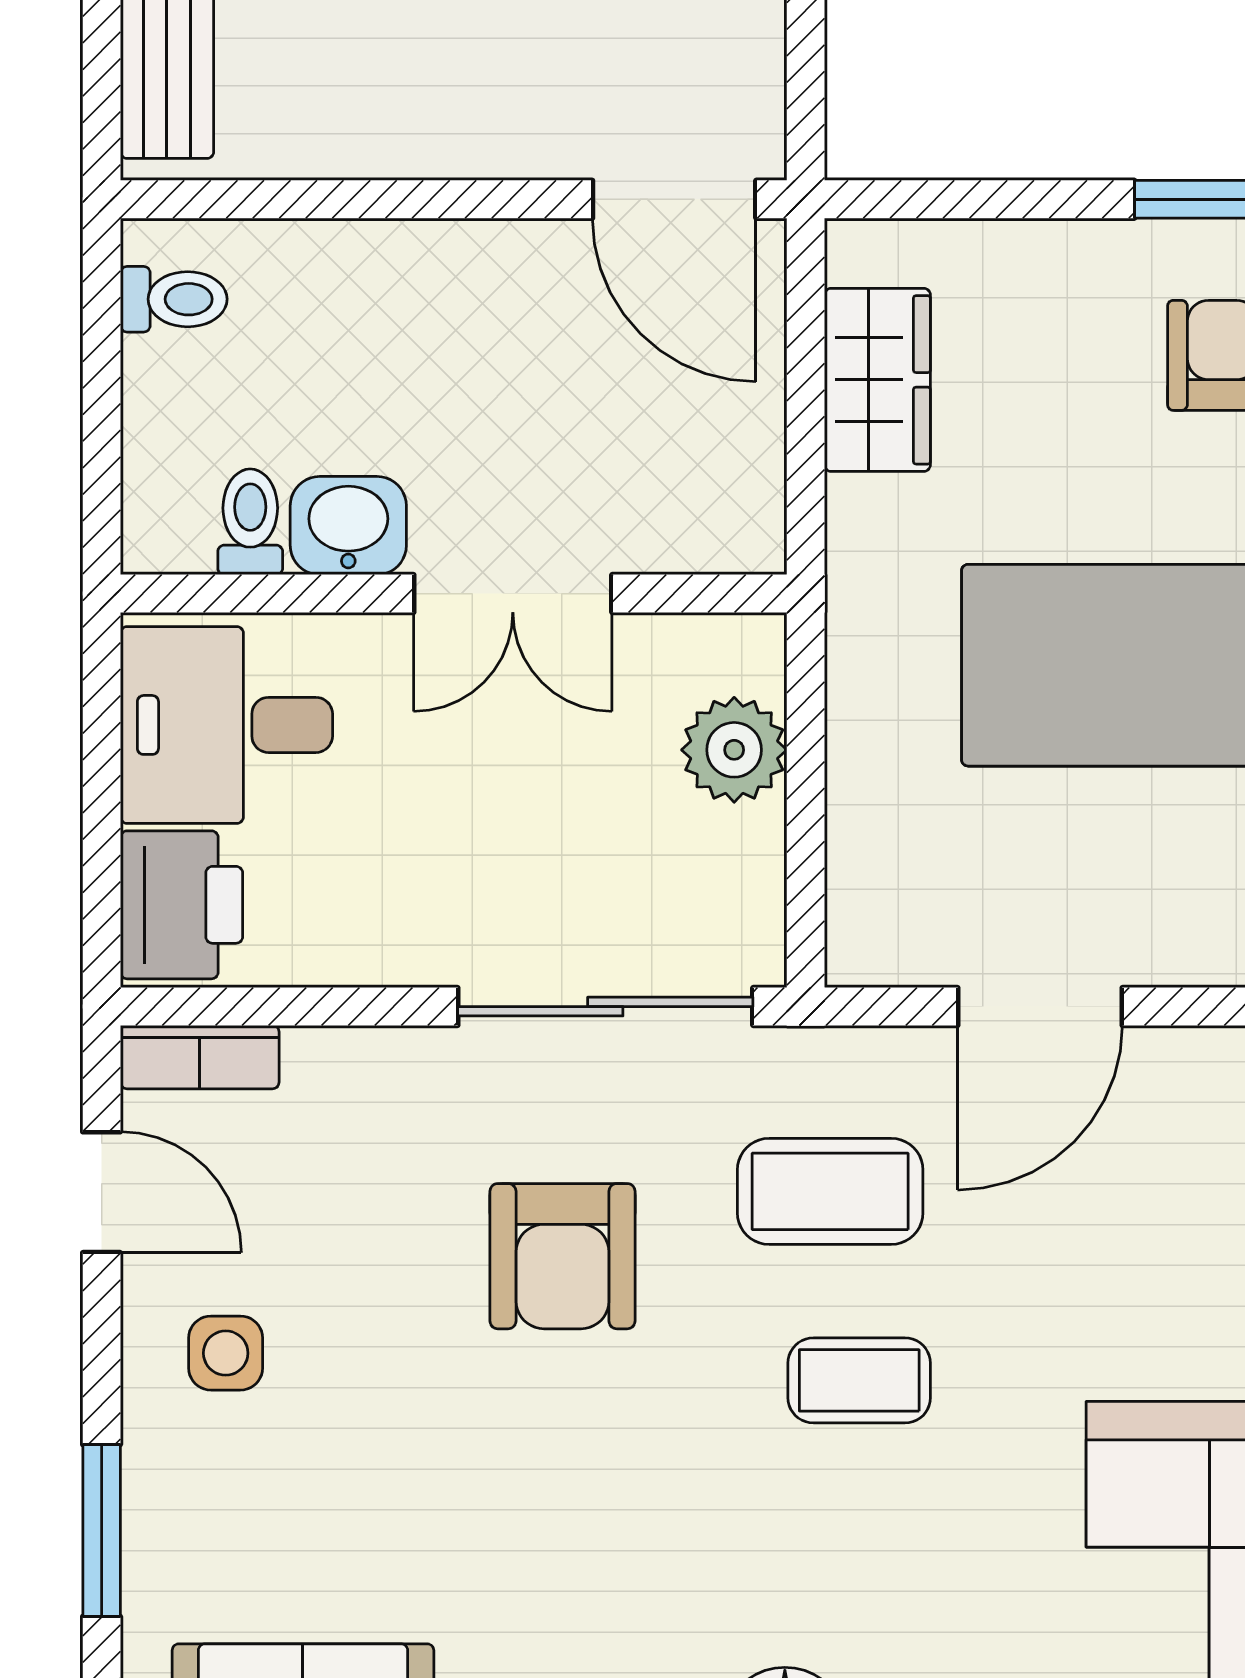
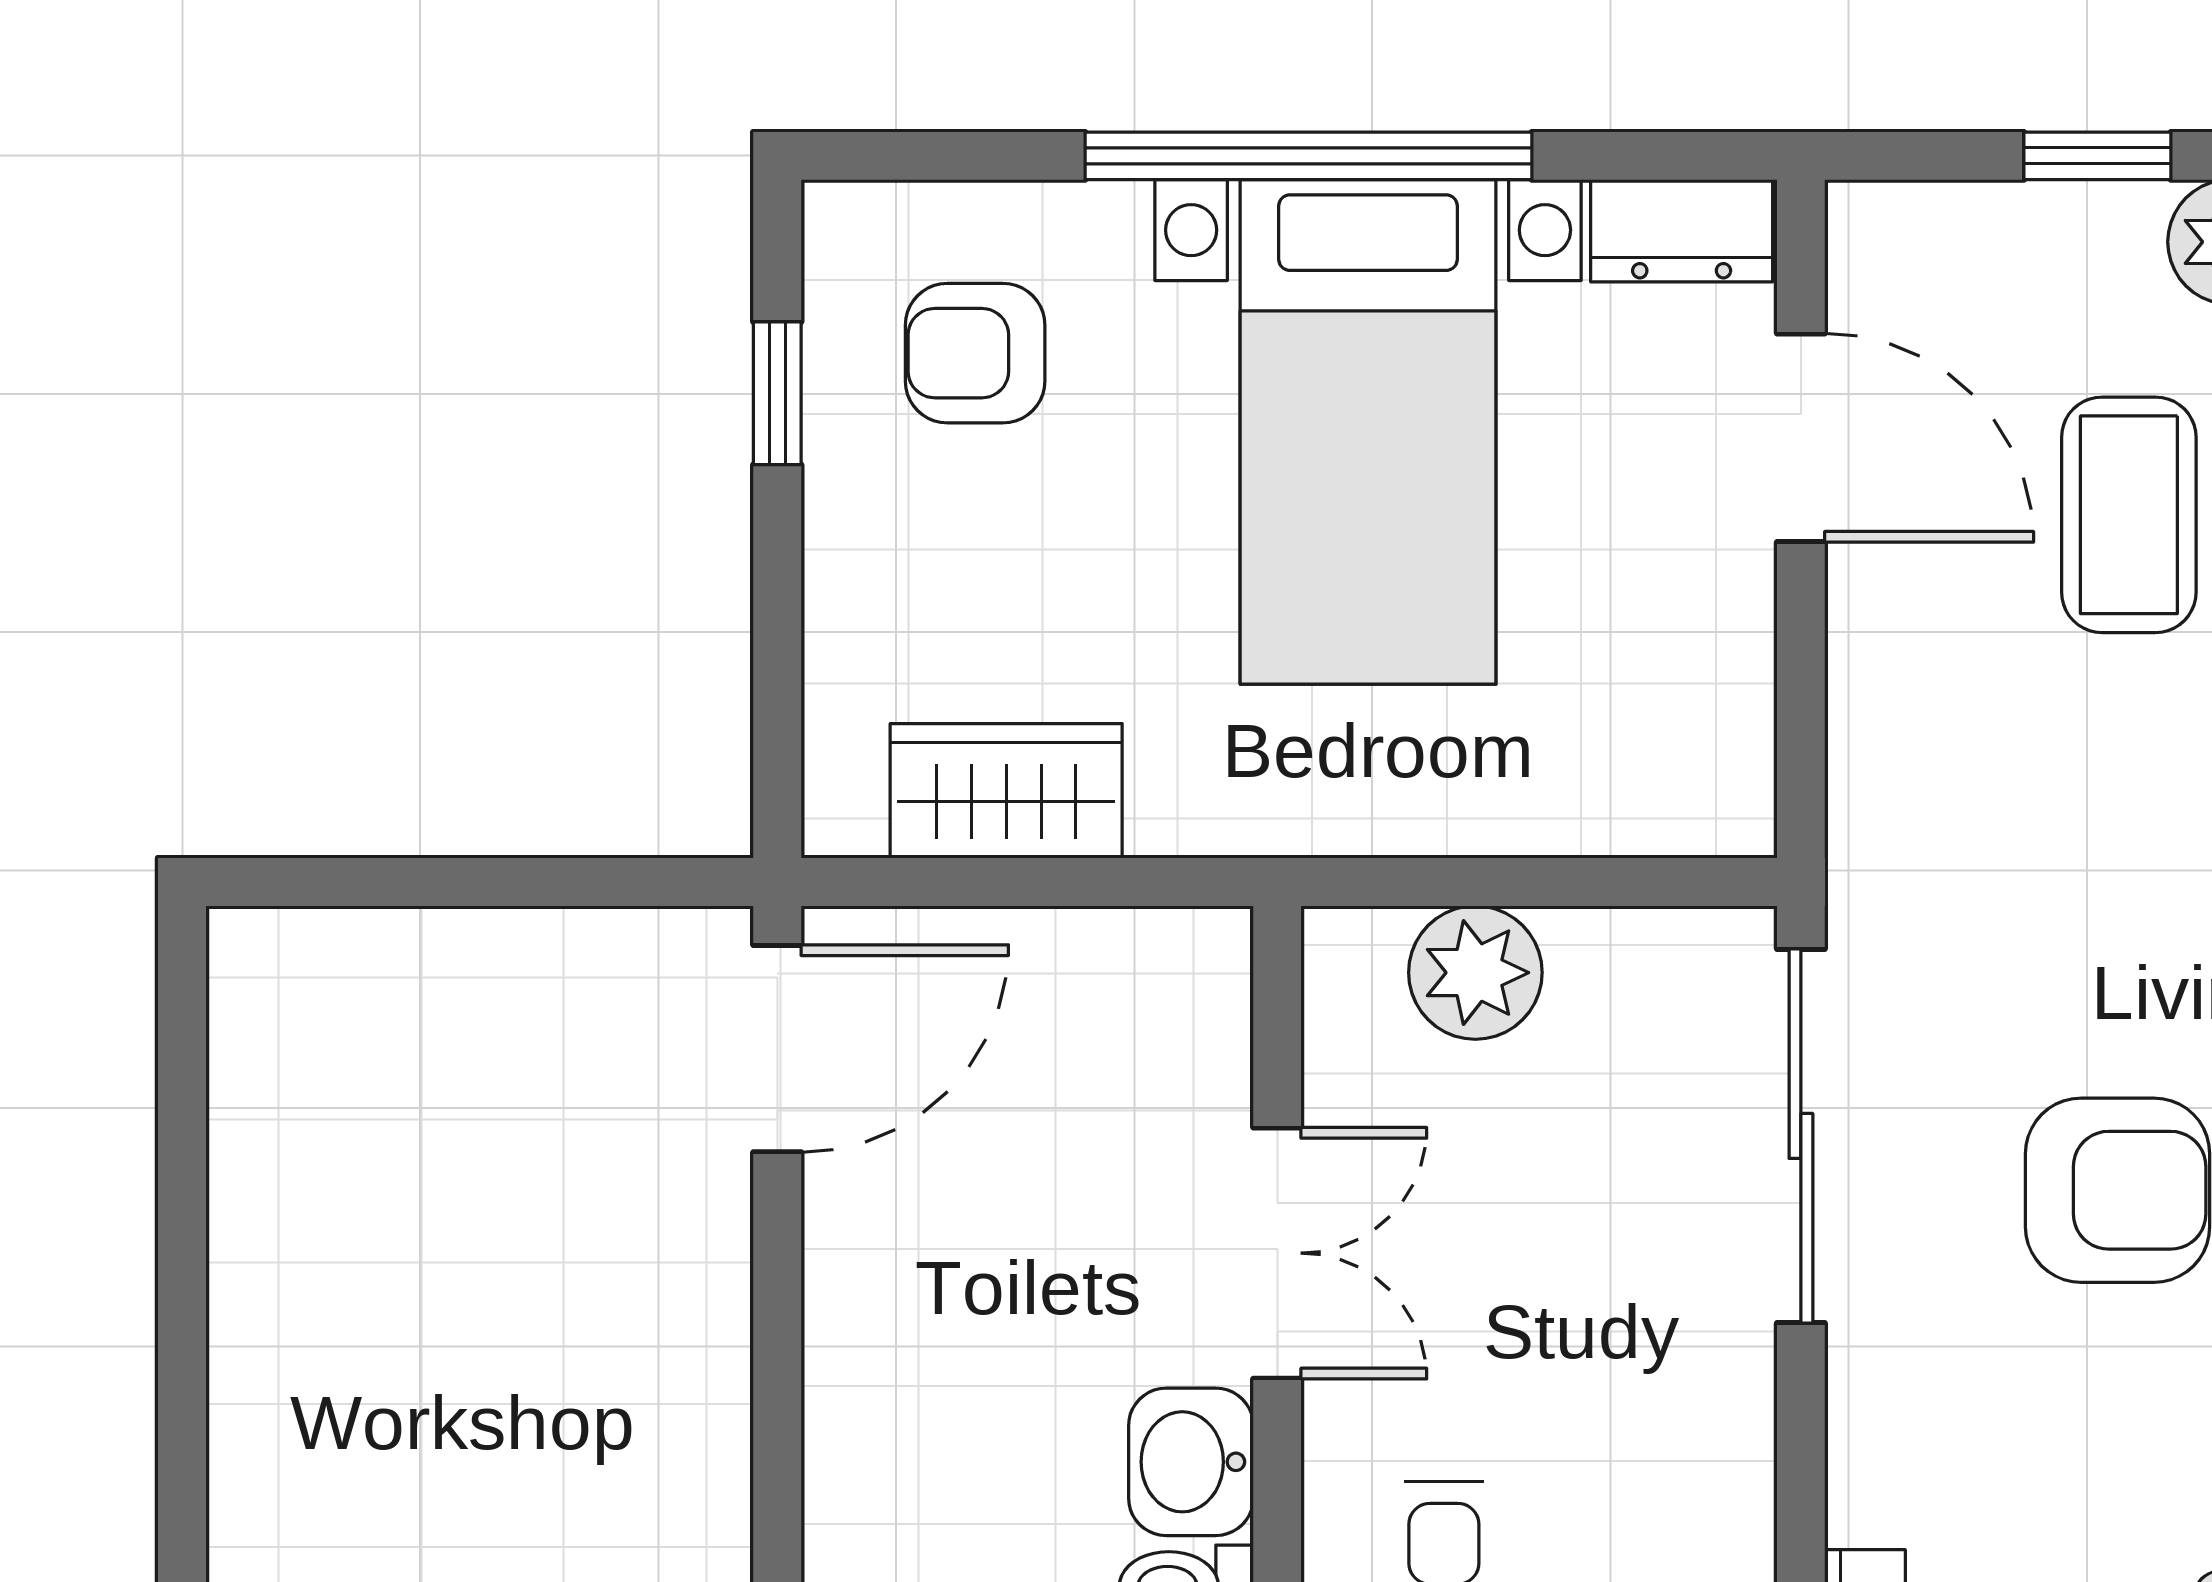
door: (1040, 1007) -> (1801, 438), moved
coffee table: (830, 1191) -> (2129, 515), moved

